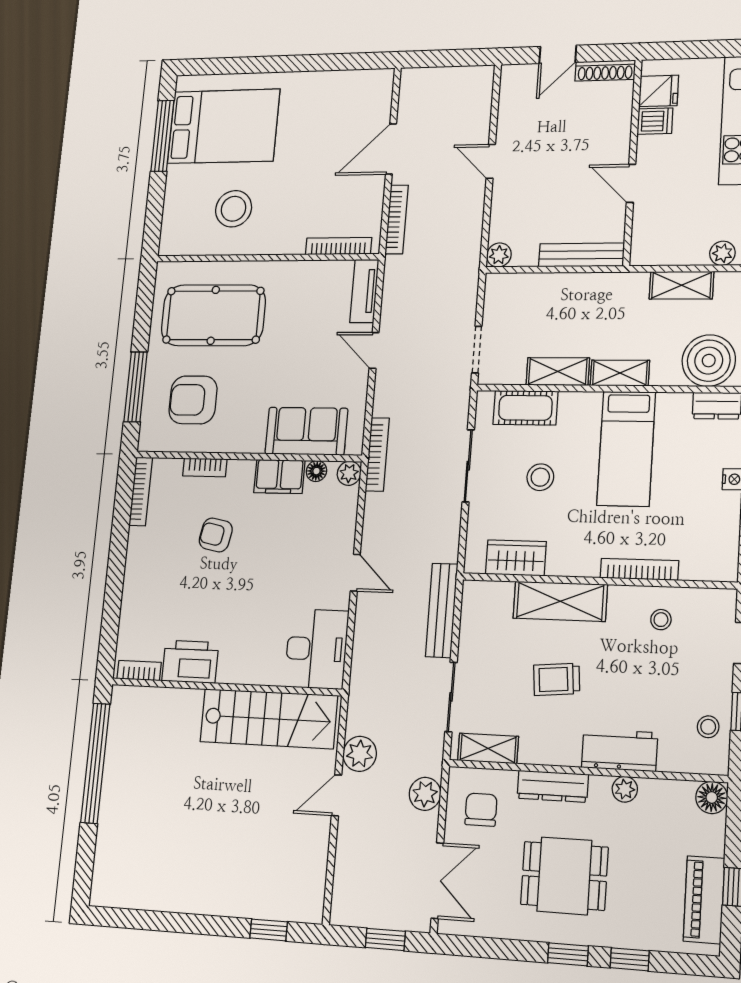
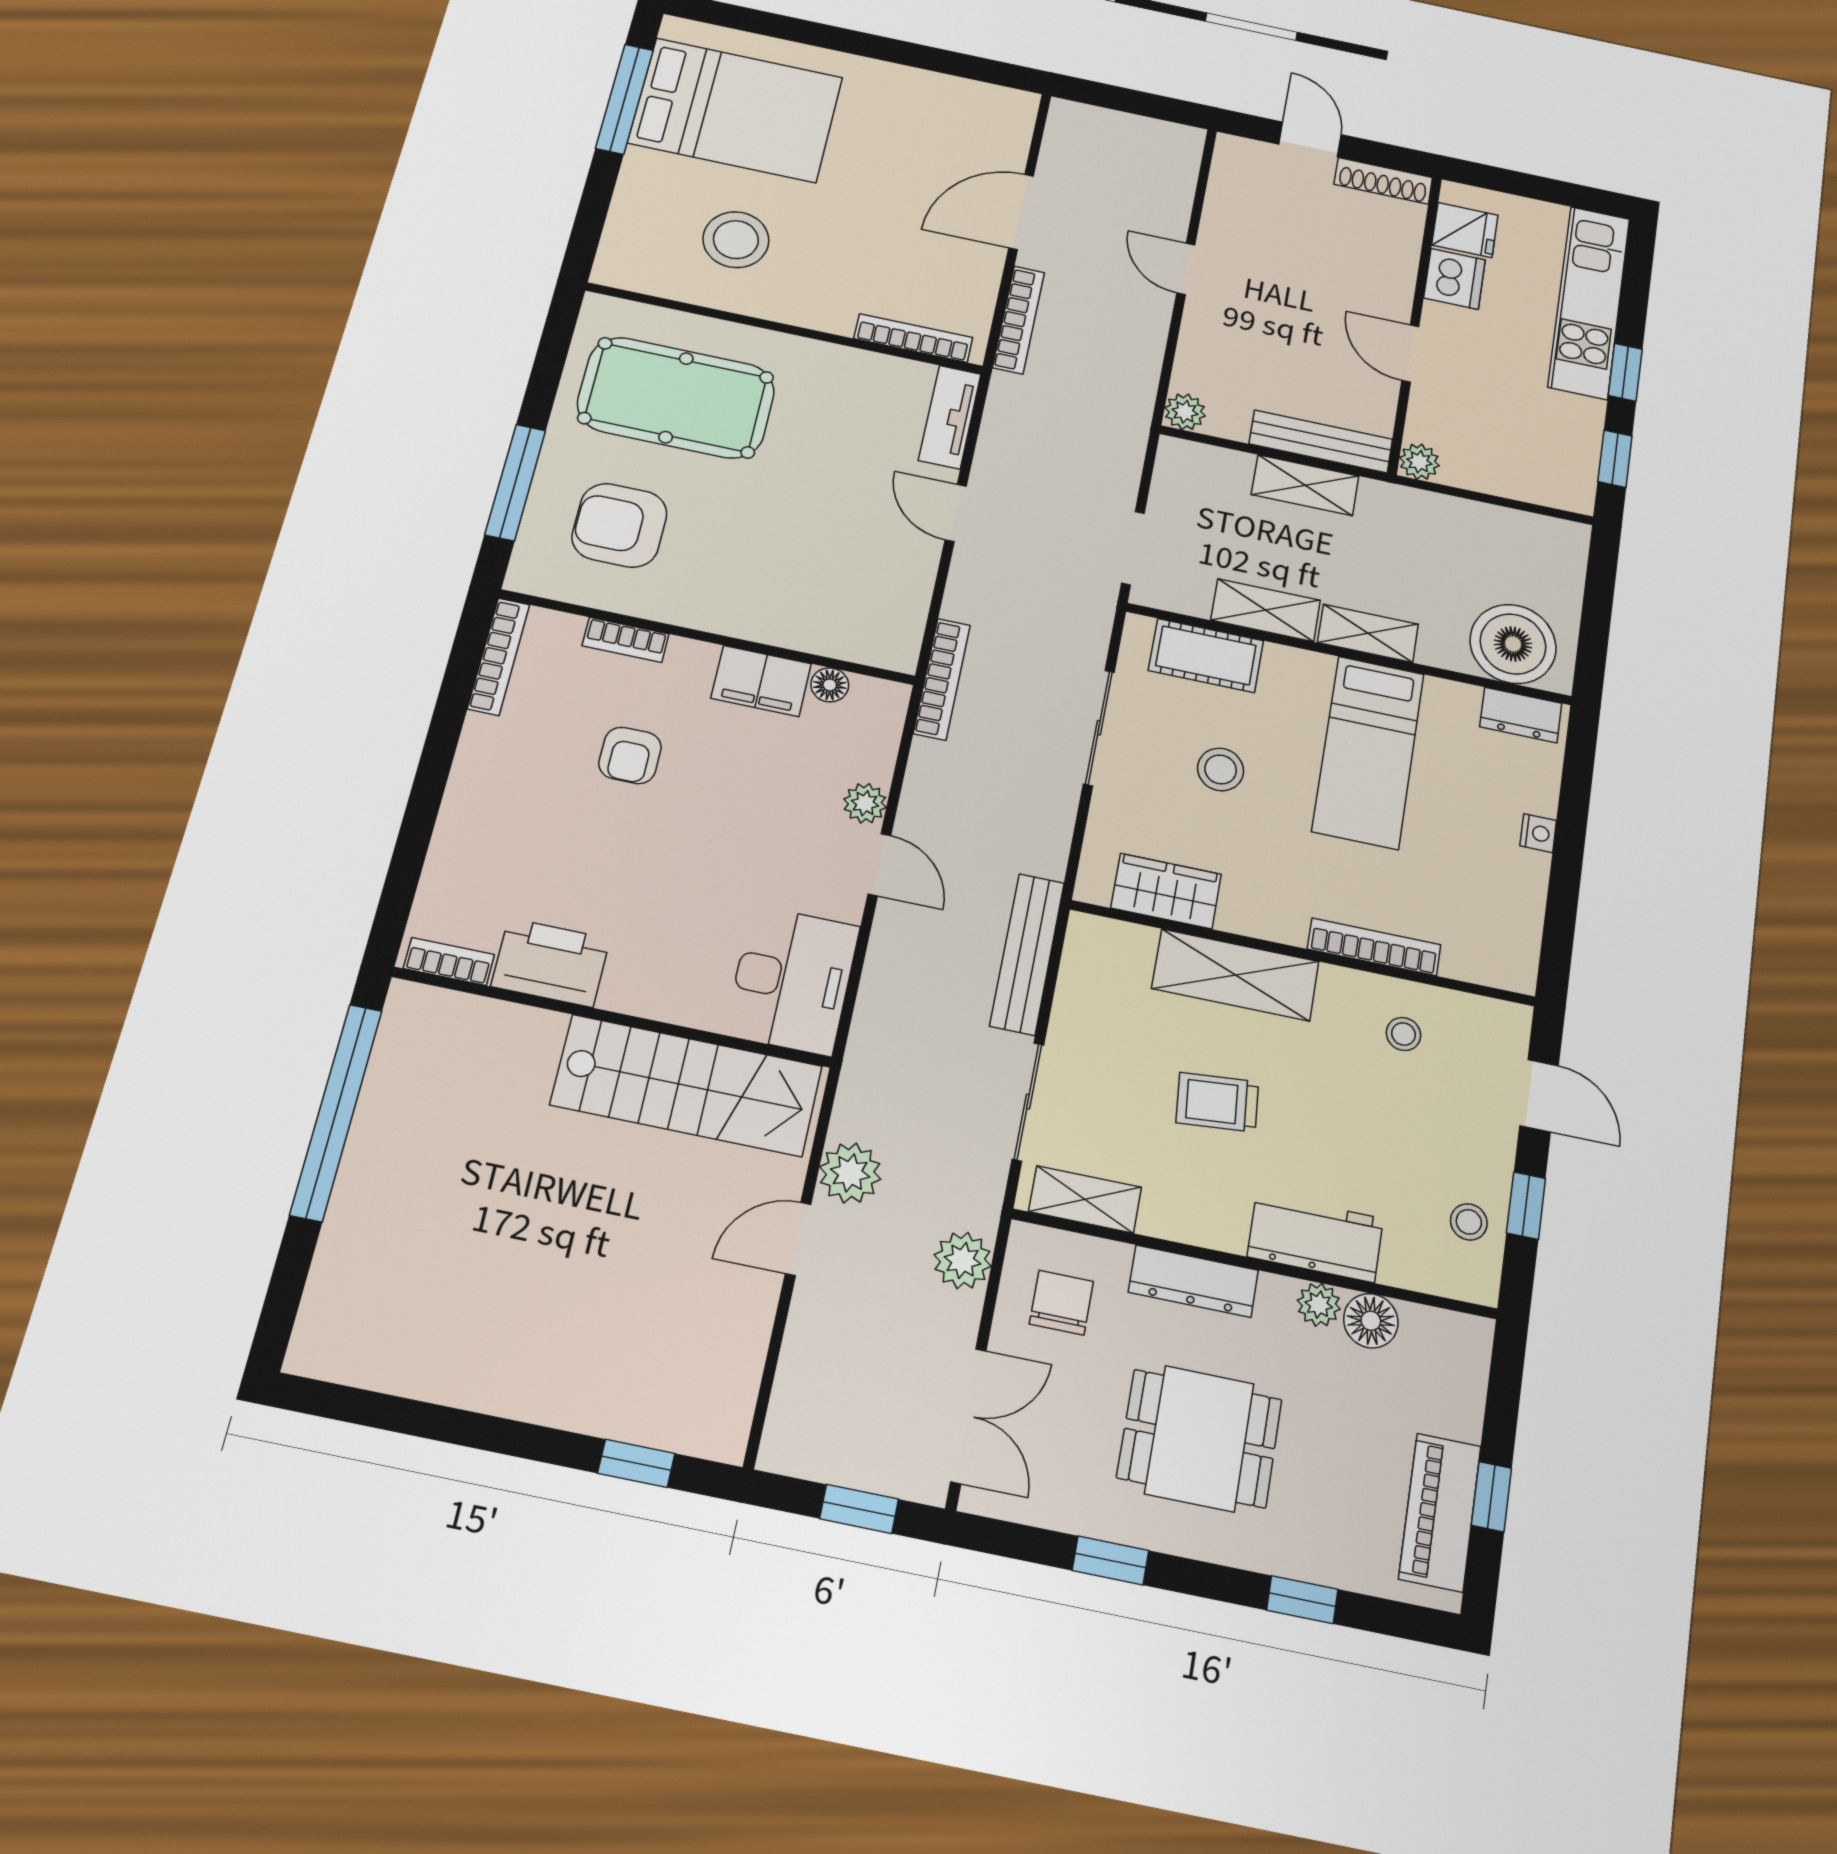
door: (558, 54) -> (1310, 139), swing flipped
dishwasher: (655, 121) -> (1455, 279), width x1.38
plant: (722, 253) -> (1419, 462), moved
shelving: (681, 285) -> (1305, 485), moved
sofa: (306, 431) -> (820, 617), removed
plant: (349, 473) -> (865, 803), moved
armchair: (216, 535) -> (630, 755), turned -101
floor lamp: (712, 797) -> (1371, 1321), moved
window: (568, 954) -> (1110, 1560), moved

